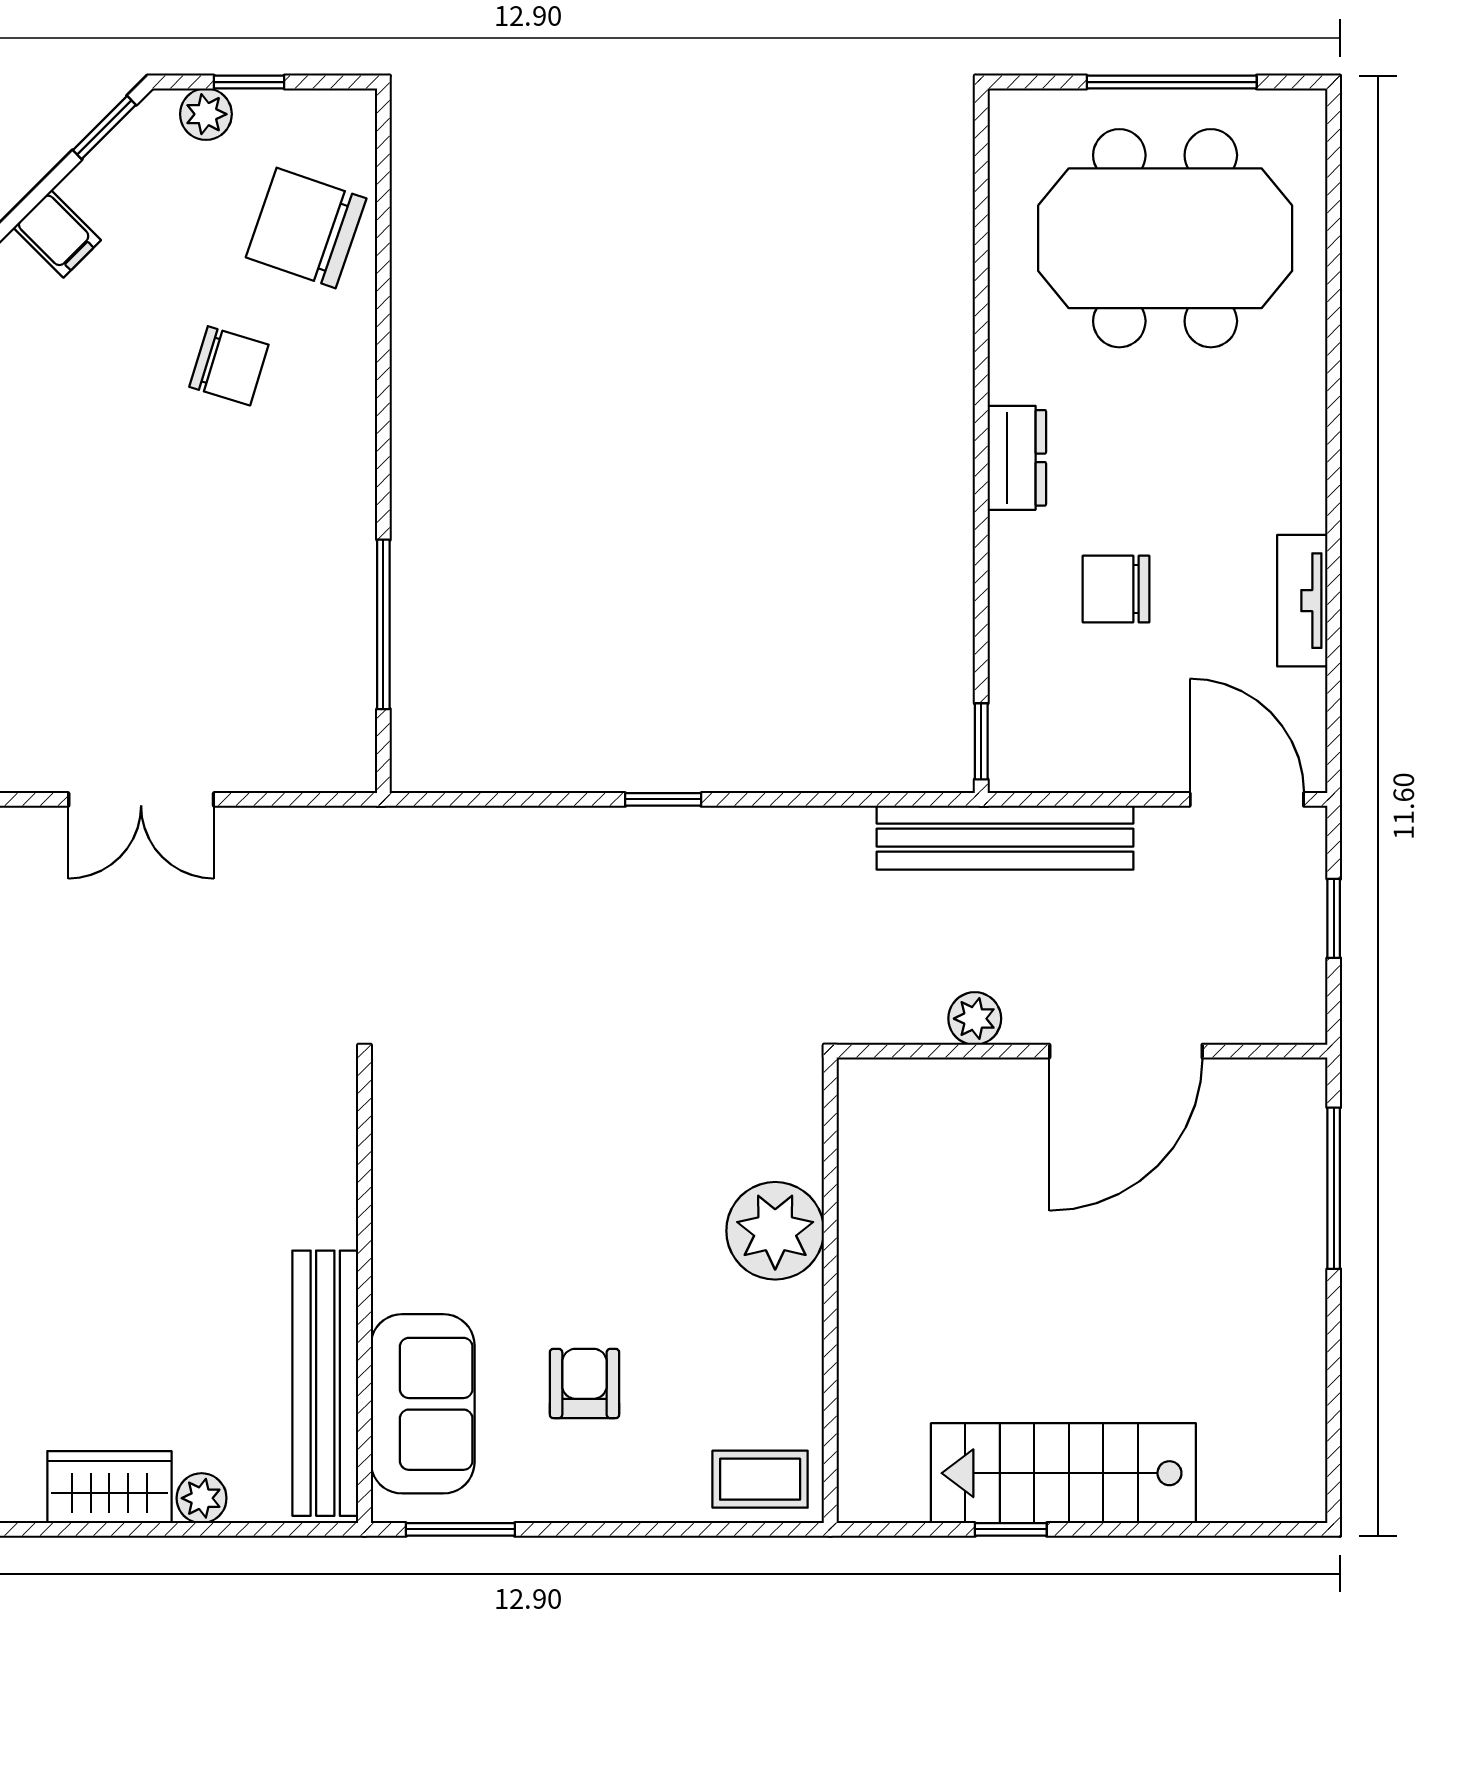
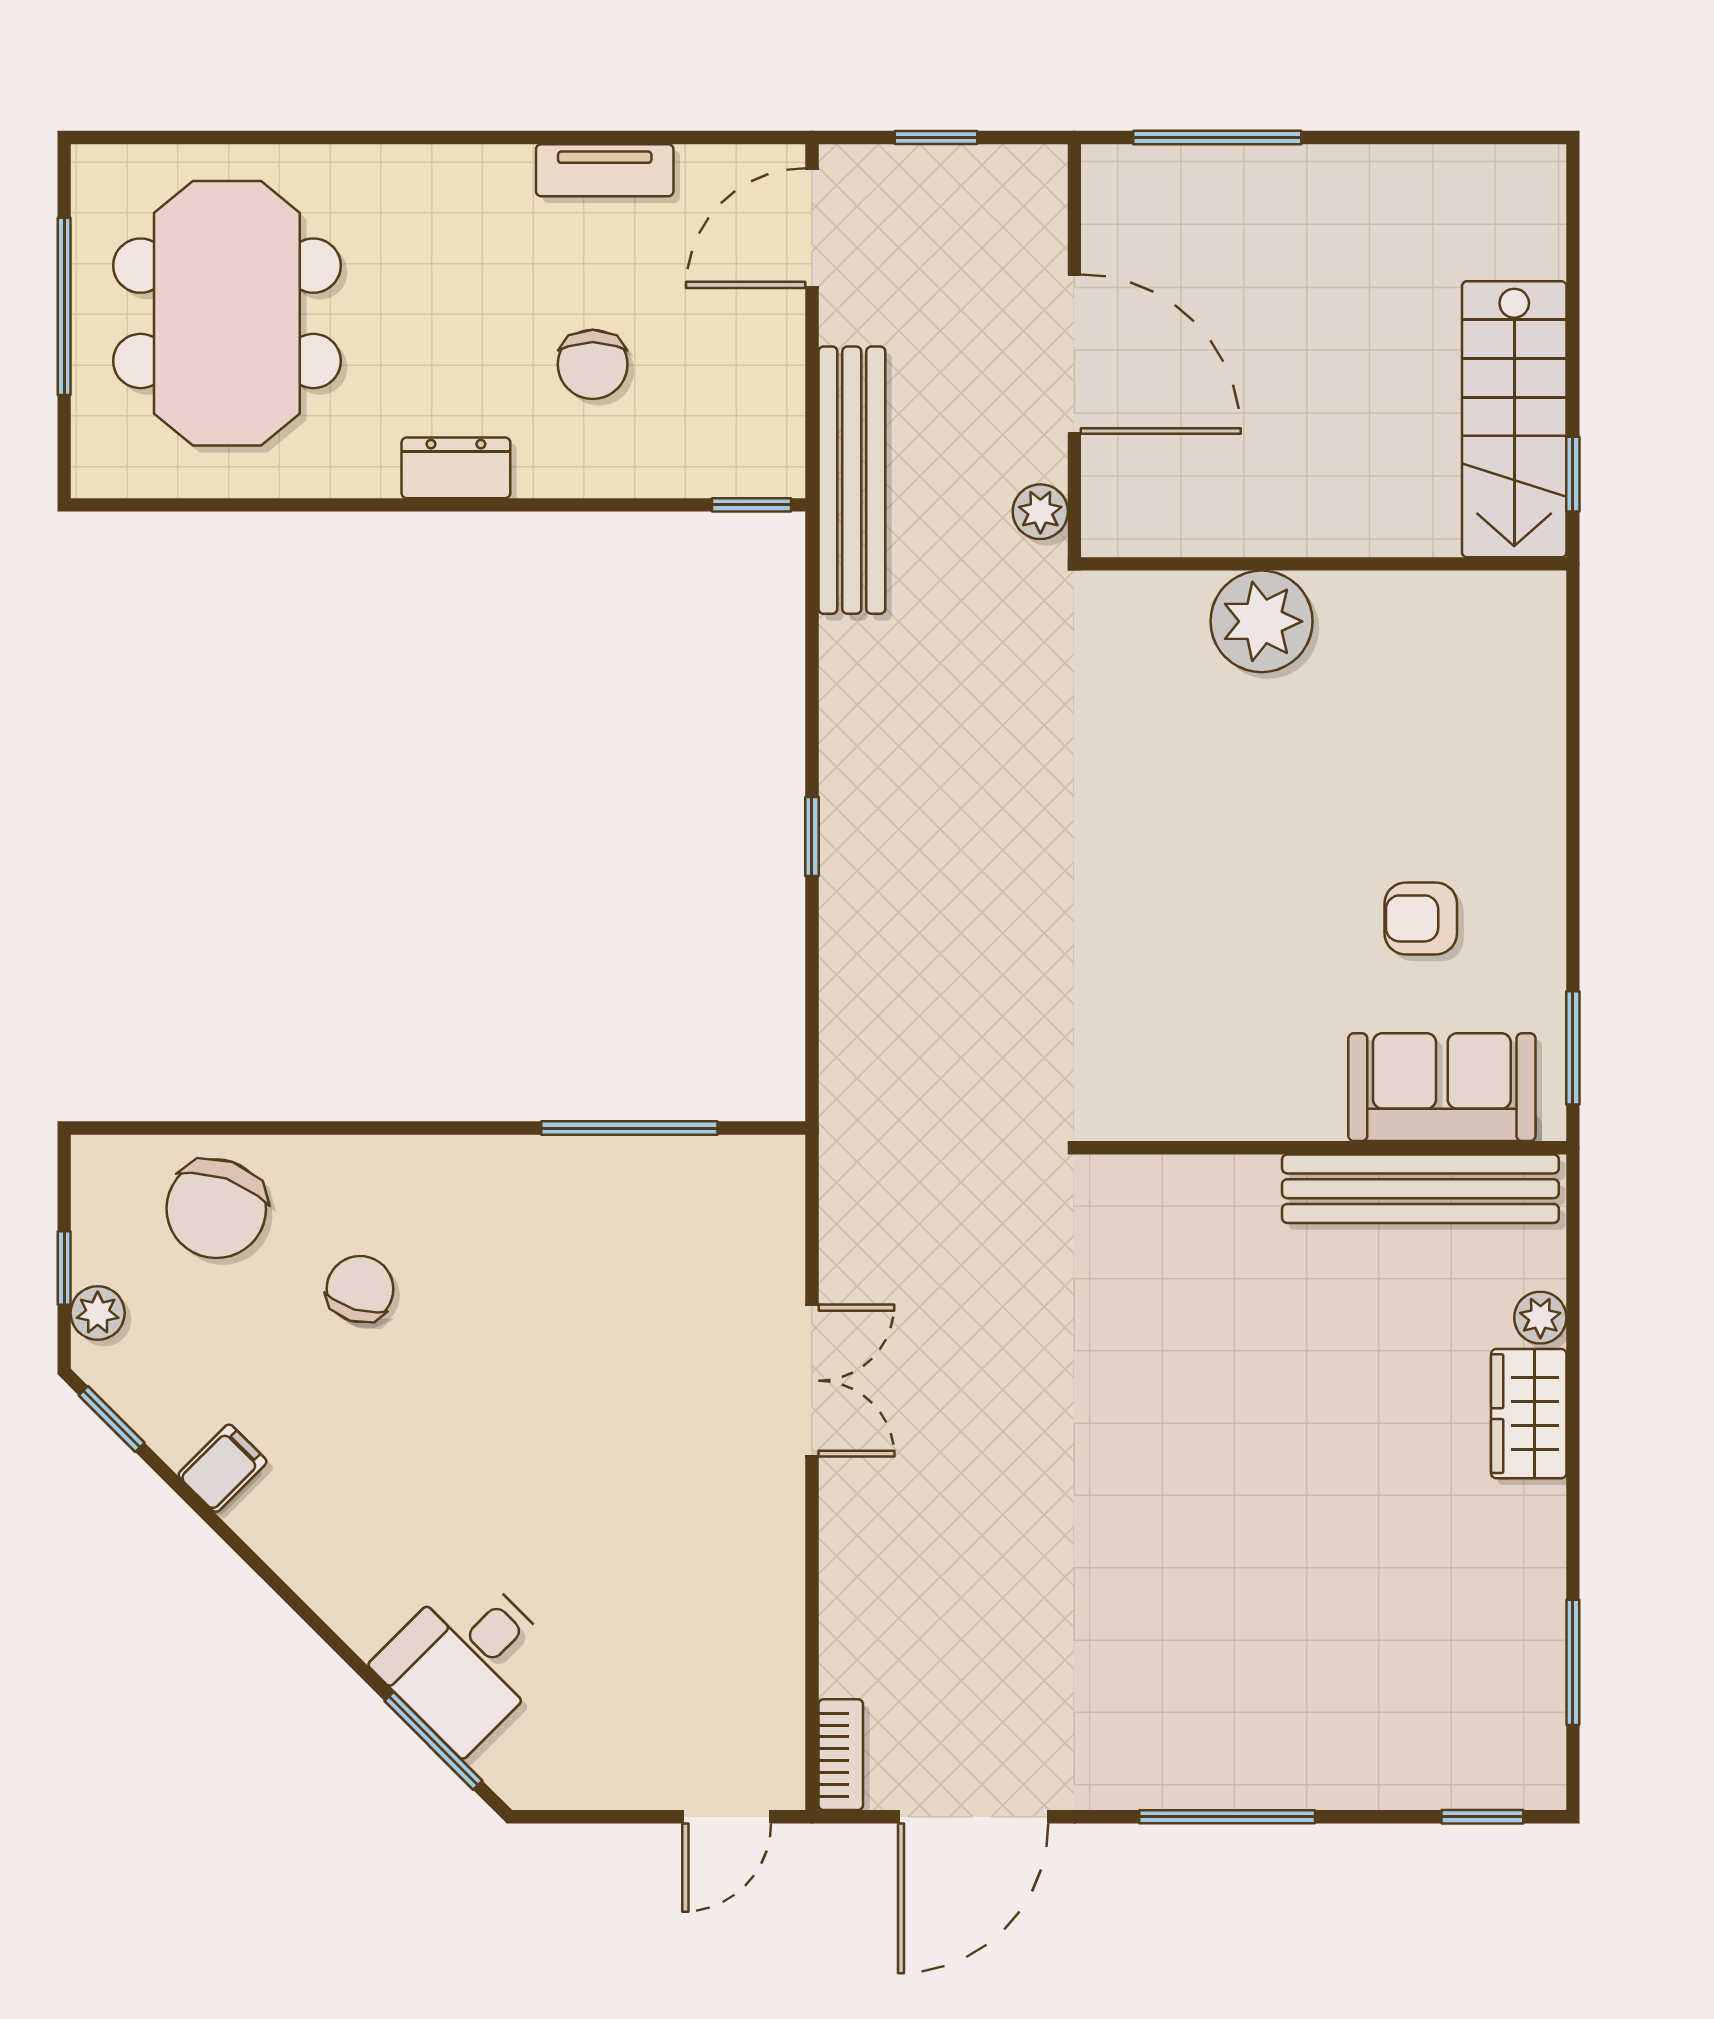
plant: (775, 1231) -> (1262, 621), moved
wall: (830, 1290) -> (1324, 564), moved
coffee table: (760, 1479) -> (1521, 735), removed

